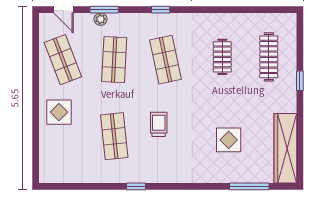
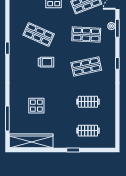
clothes rail: (269, 57) -> (88, 131), width x0.73
shop shelf: (114, 136) -> (39, 34), turned 30

